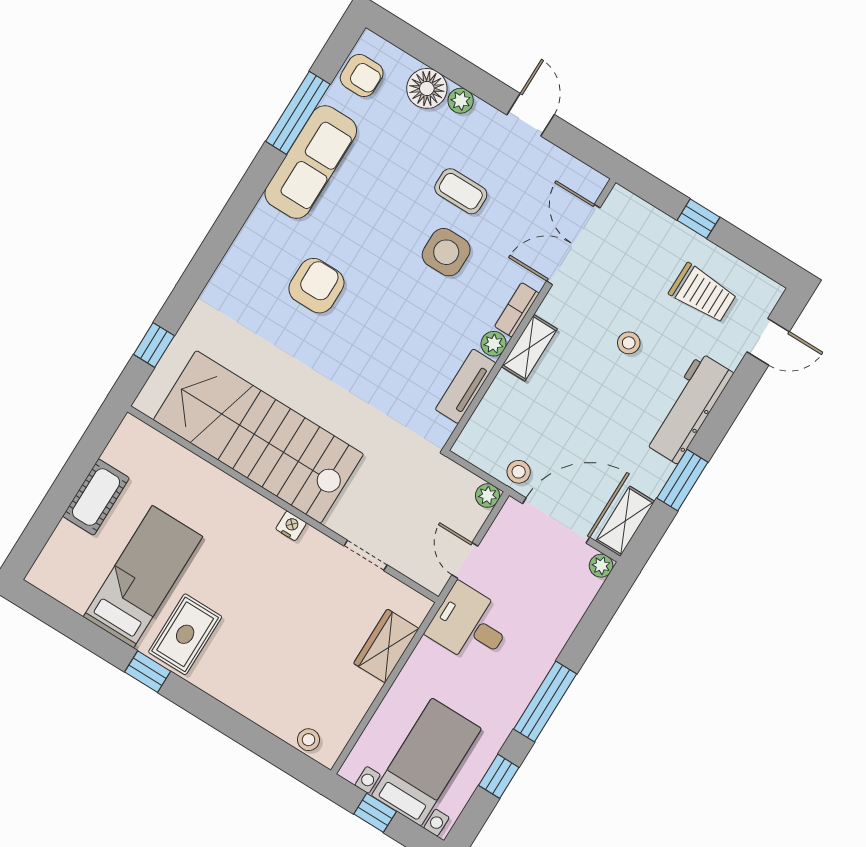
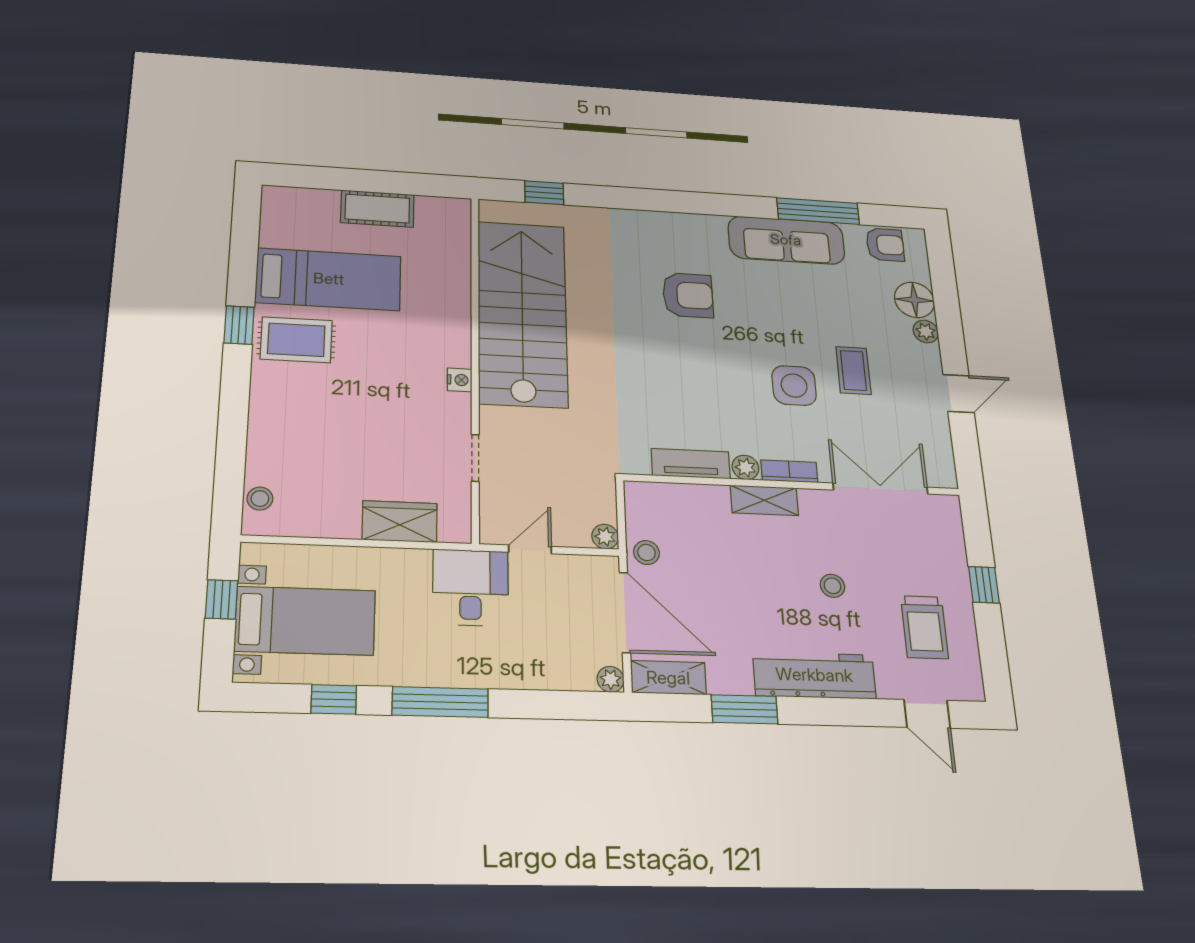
armchair: (362, 75) -> (885, 245), turned -90

